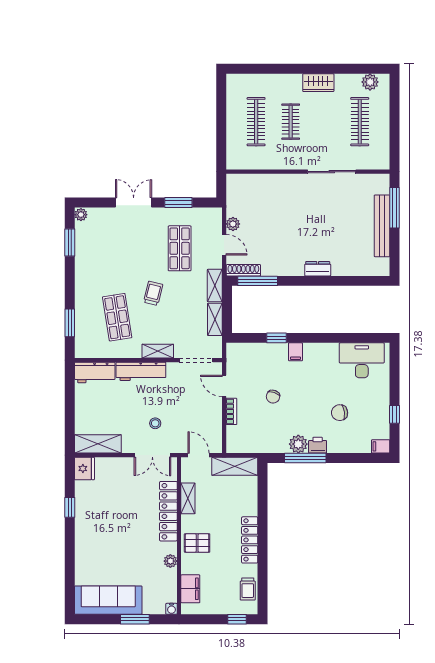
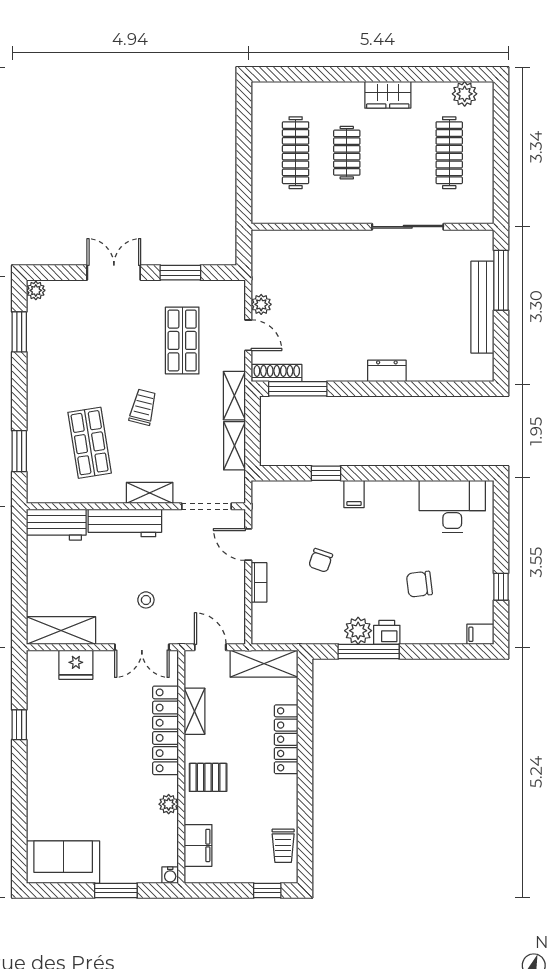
fridge: (84, 469) -> (76, 665), moved, turned 90
locker: (250, 540) -> (286, 739), moved
sofa: (108, 600) -> (63, 862), width x0.73

